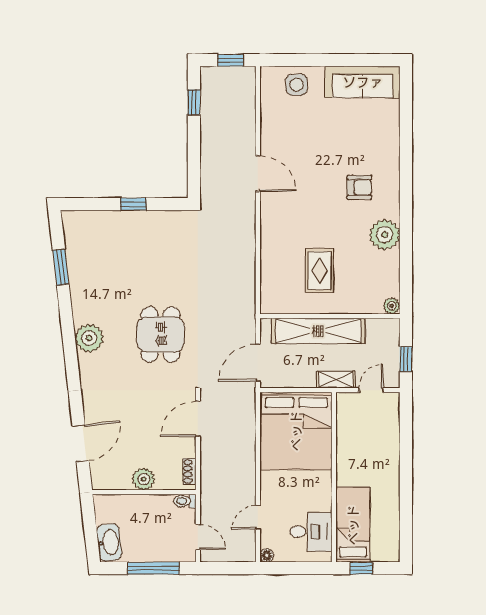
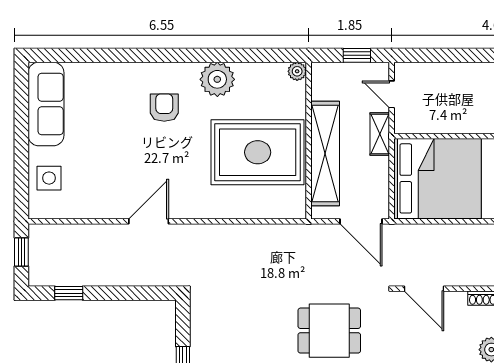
rug: (320, 271) -> (258, 152), width x1.86, depth x2.06

